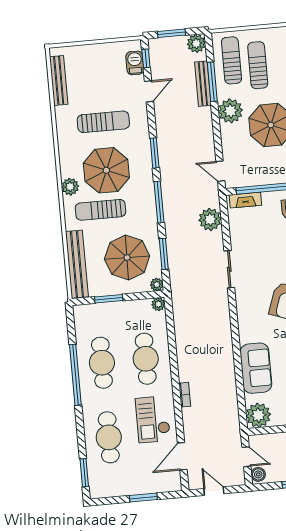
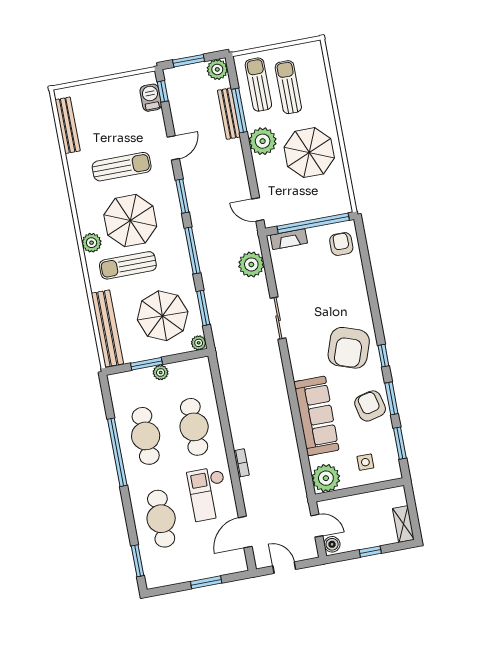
door: (149, 91) -> (173, 148), moved
plant: (158, 304) -> (161, 373), moved
sofa: (256, 368) -> (316, 416), width x1.36

